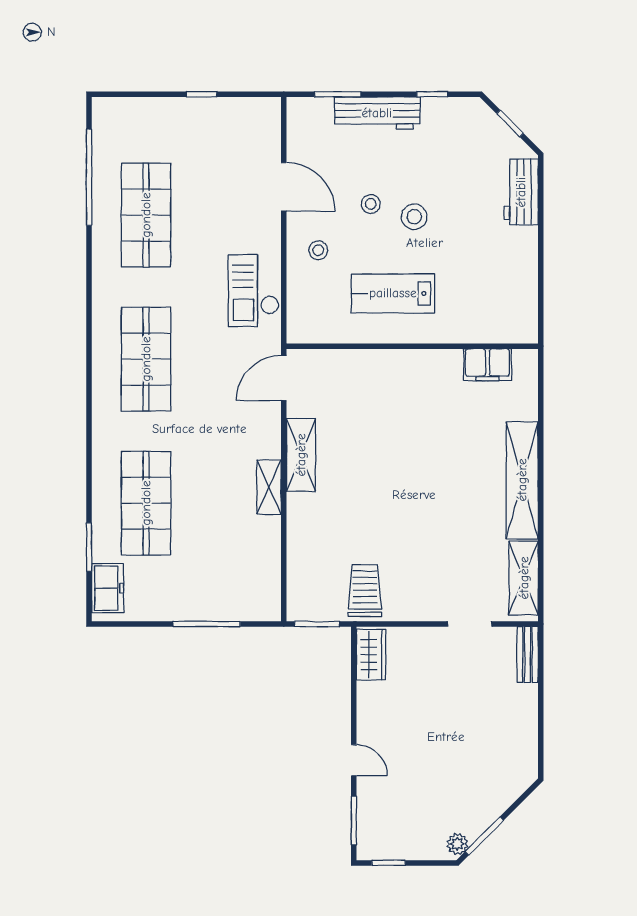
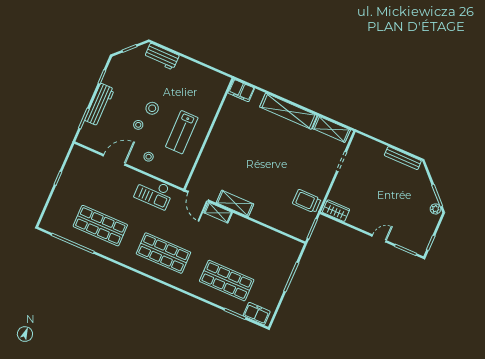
filing cabinet: (487, 365) -> (241, 91), moved, turned 90
shelving: (269, 487) -> (218, 213), moved
bench: (528, 655) -> (403, 158), moved, width x1.36

